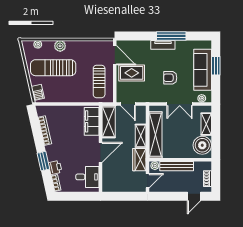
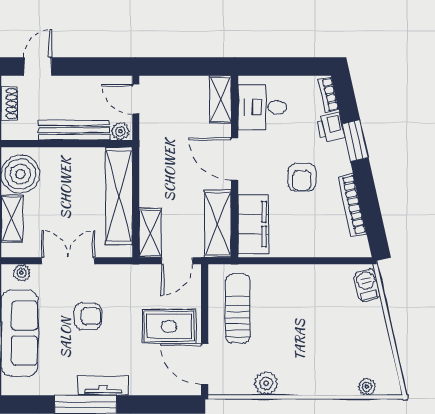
plant: (60, 46) -> (266, 383), moved
sun lounger: (53, 68) -> (335, 337), removed
door: (128, 104) -> (177, 261), swing flipped
shelving: (141, 136) -> (150, 233), moved
armchair: (69, 144) -> (302, 177), added
door: (101, 152) -> (235, 159), hinge flipped
wardrobe: (139, 160) -> (153, 144), removed
shelving: (107, 181) -> (220, 99), added
door: (147, 181) -> (136, 99), hinge flipped

